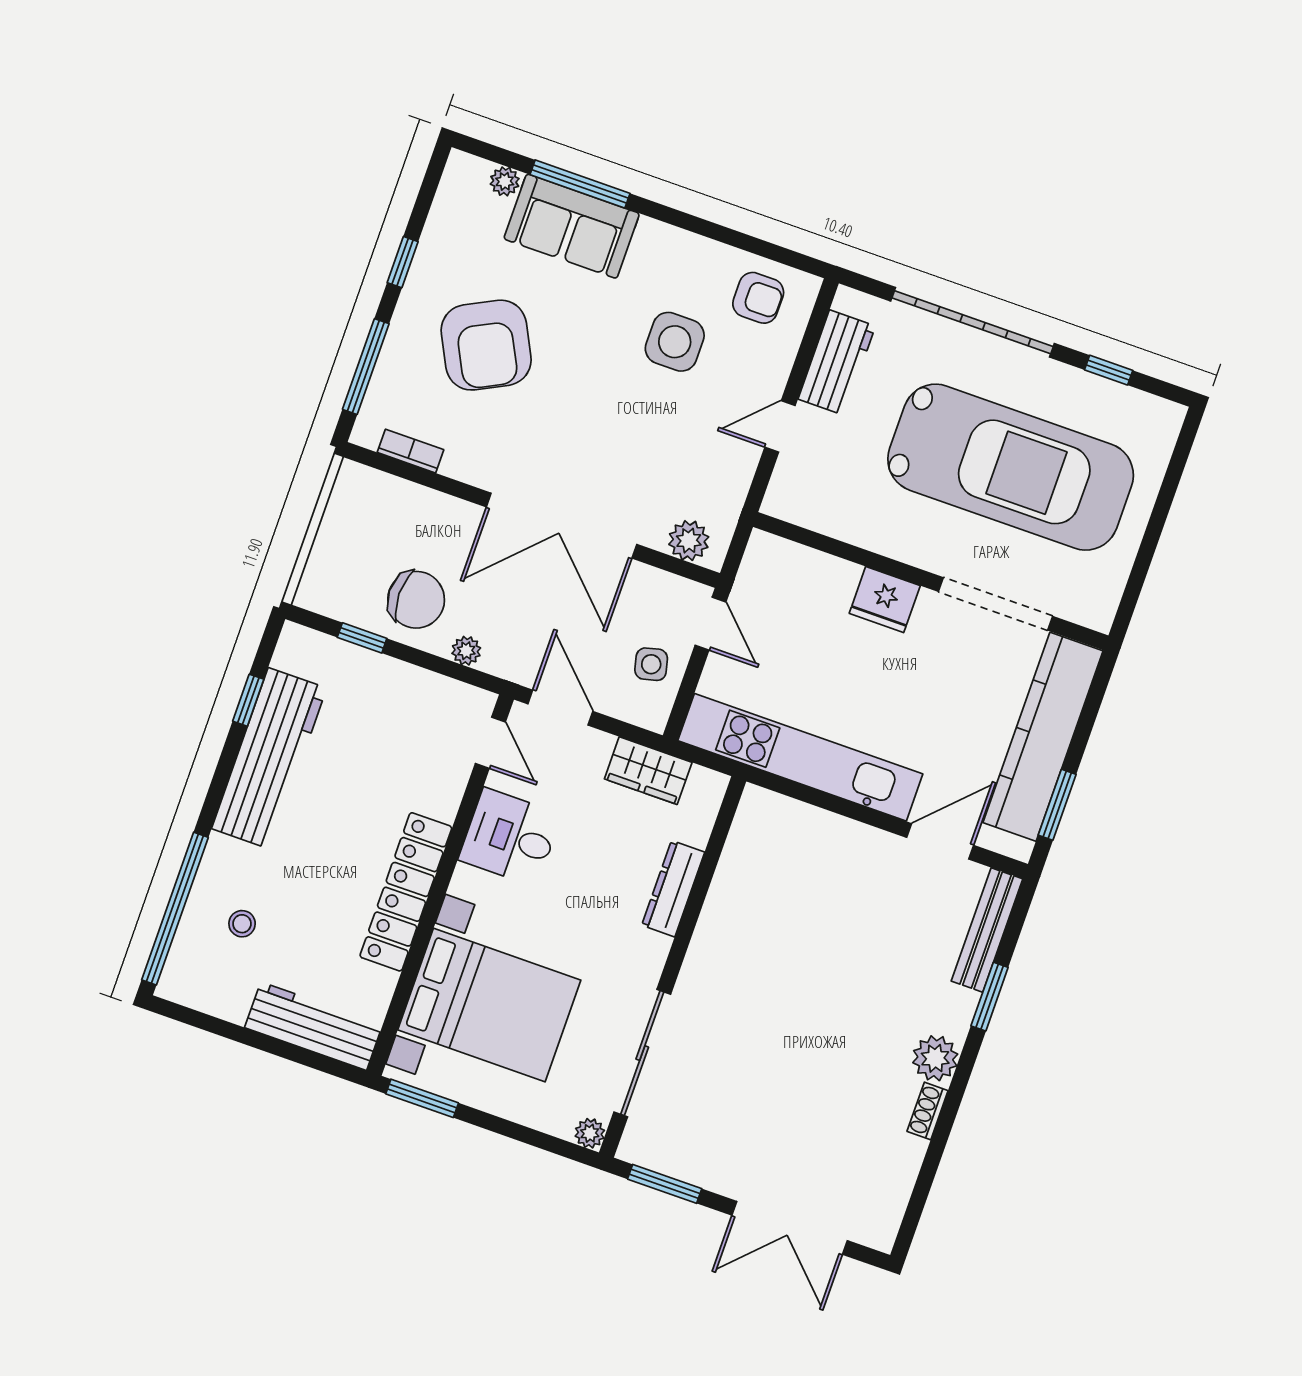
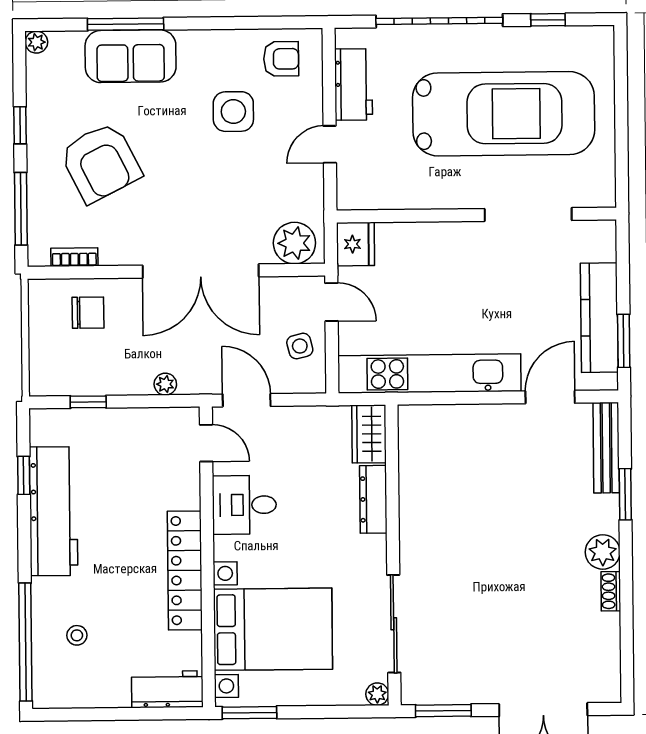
plant: (505, 181) -> (36, 42), moved
plant: (689, 541) -> (294, 243), width x1.36, depth x1.36
chair: (416, 600) -> (88, 313), moved, width x0.73, depth x0.73
fridge: (885, 600) -> (355, 244), moved, turned -90
kitchen counter: (1043, 737) -> (599, 318), width x0.72, depth x0.86
wardrobe: (648, 771) -> (369, 434), moved, turned 90
workbench: (314, 1026) -> (167, 689), width x0.73

